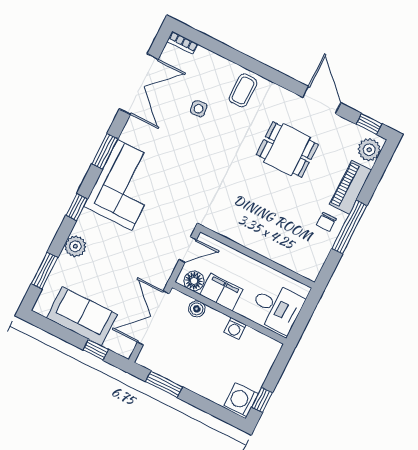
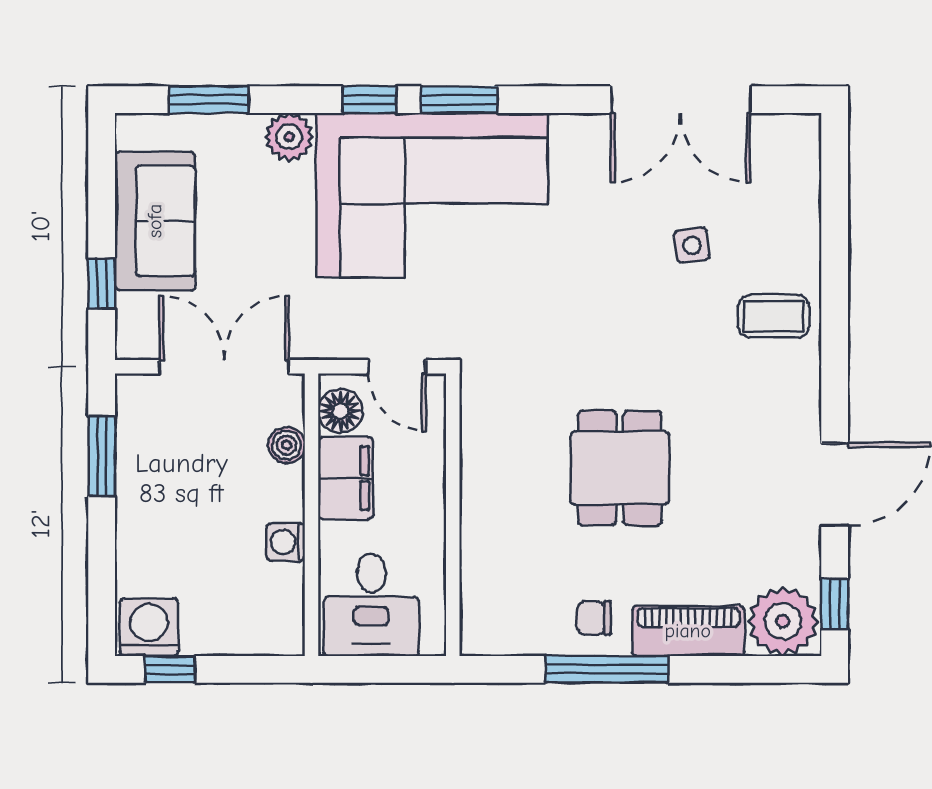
bookcase: (183, 43) -> (808, 146), removed
dining table: (287, 150) -> (620, 468), moved
plant: (369, 150) -> (783, 621), width x1.36, depth x1.36
window: (105, 151) -> (459, 100), moved
corner sofa: (125, 185) -> (432, 195), width x1.36, depth x1.36

